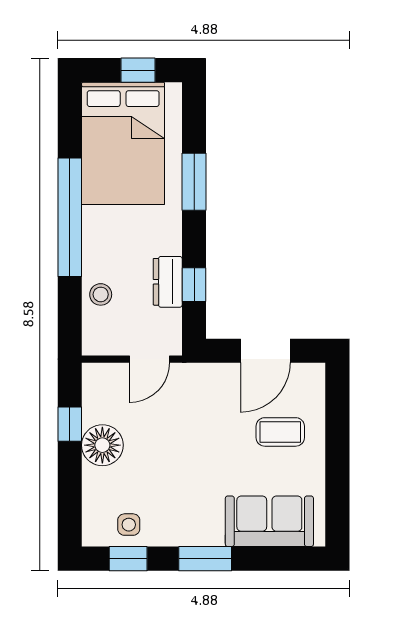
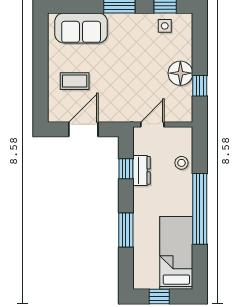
bed: (123, 143) -> (176, 253), width x0.67

